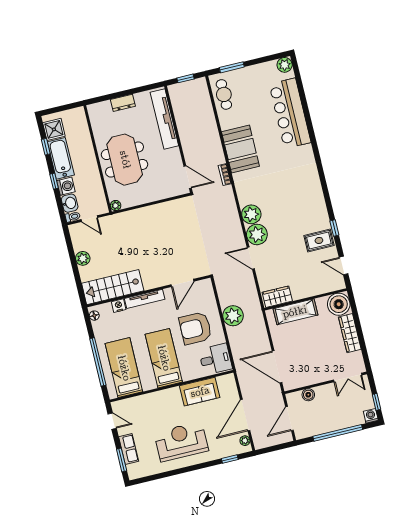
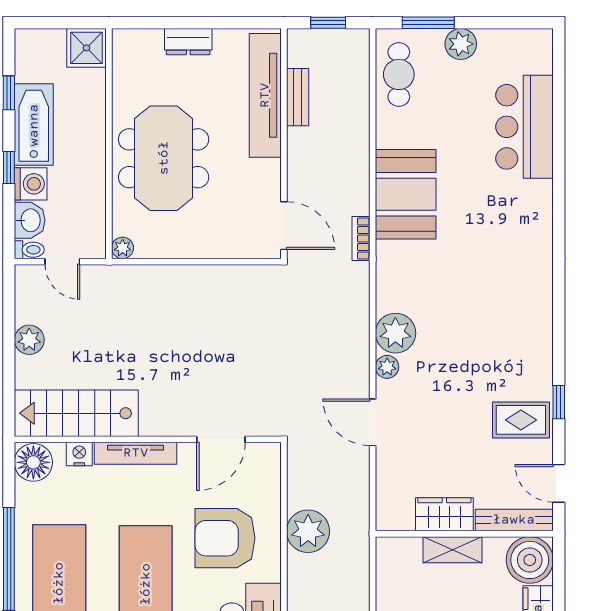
plant: (285, 65) -> (461, 44), moved
bar counter: (290, 113) -> (525, 127), width x0.73
bench: (180, 116) -> (298, 97), added
shower: (54, 129) -> (86, 48), moved
plant: (257, 234) -> (387, 367), width x0.53, depth x0.53
bench: (327, 287) -> (514, 520), added
wardrobe: (277, 297) -> (444, 514), moved
shelving: (295, 312) -> (452, 550), width x0.67, depth x0.75
floor lamp: (94, 316) -> (33, 462), width x1.89, depth x1.89

